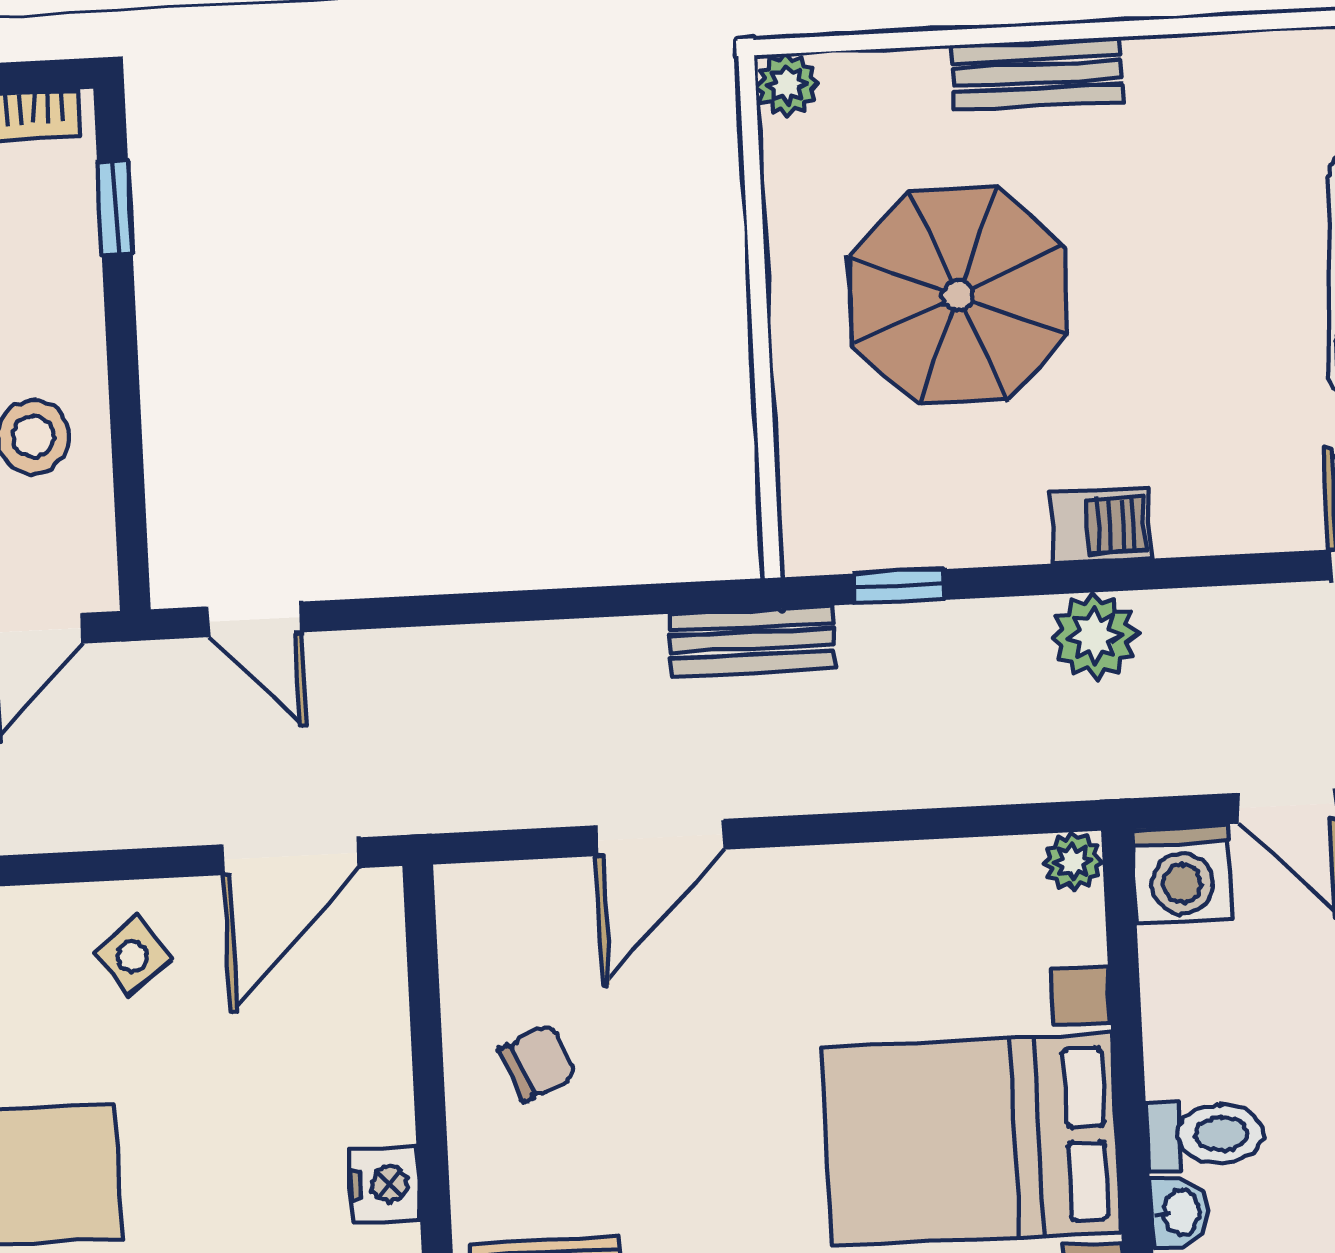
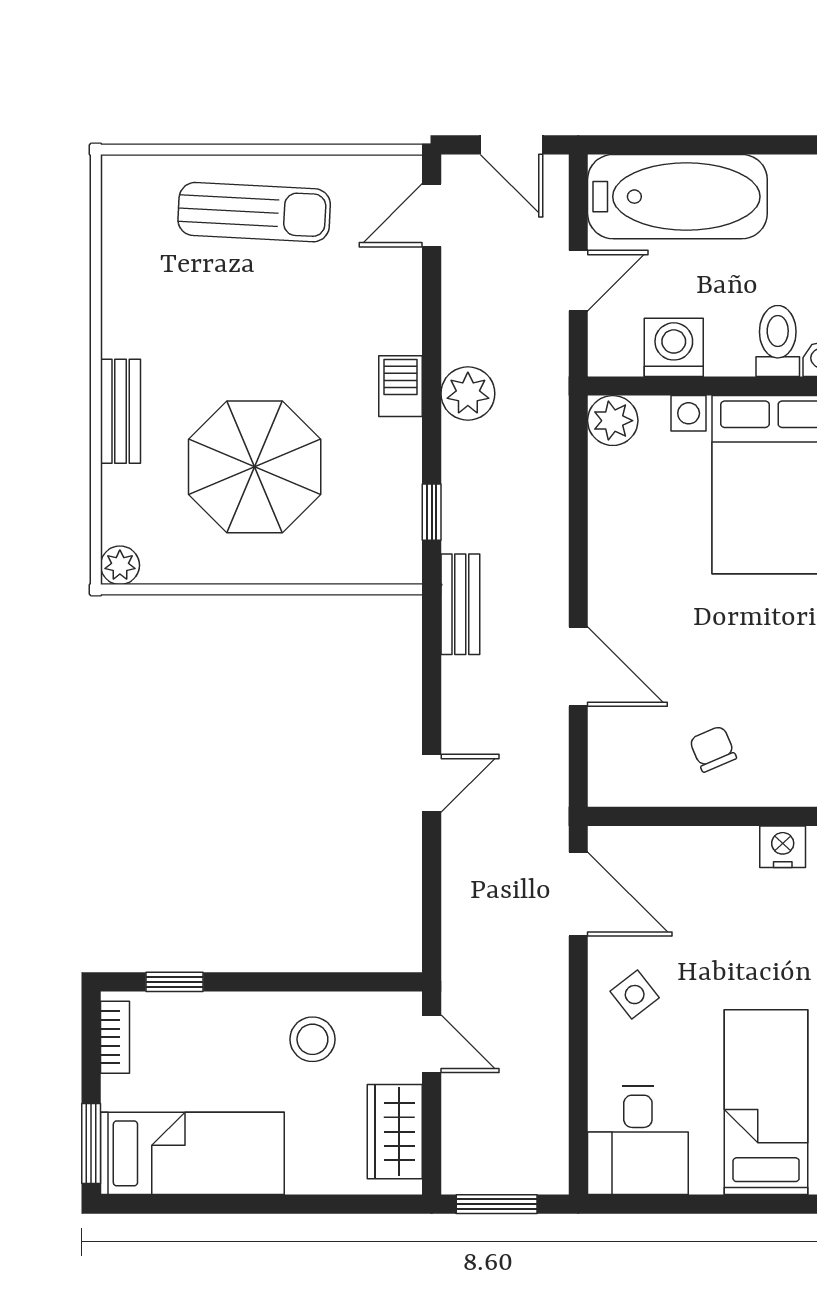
door: (254, 619) -> (432, 783), moved
plant: (1073, 862) -> (613, 421), width x1.38, depth x1.38
washing machine: (1182, 874) -> (674, 347), moved, turned -90

